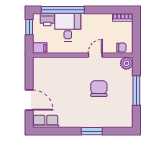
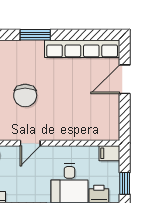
door: (29, 100) -> (125, 79), hinge flipped
row of seats: (46, 121) -> (82, 49), width x2.02

